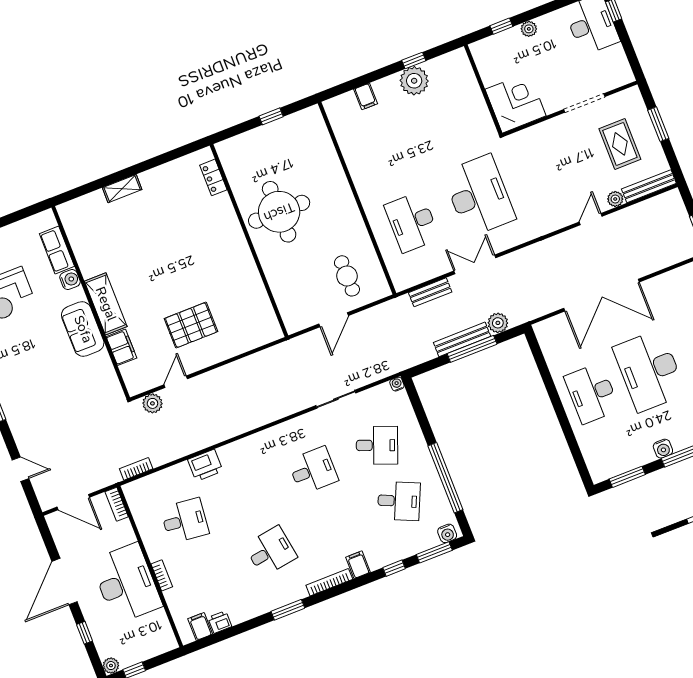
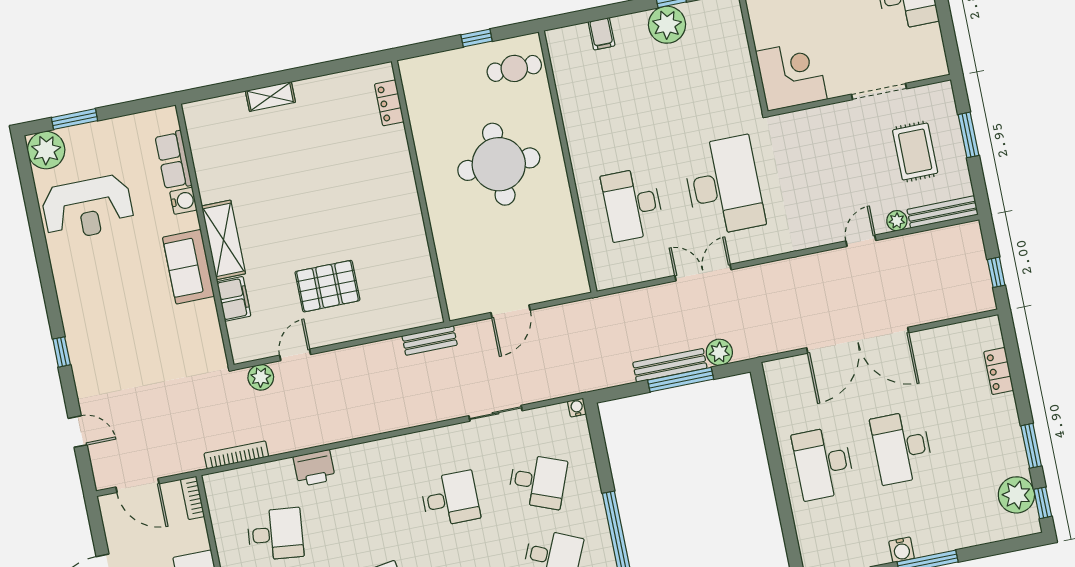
round table: (279, 212) -> (499, 164), moved
cafe table: (347, 276) -> (514, 68), moved, turned 90
bench: (430, 292) -> (430, 340), moved
desk: (649, 371) -> (902, 447), width x0.73, depth x0.77
bookcase: (136, 469) -> (236, 455), width x1.56

